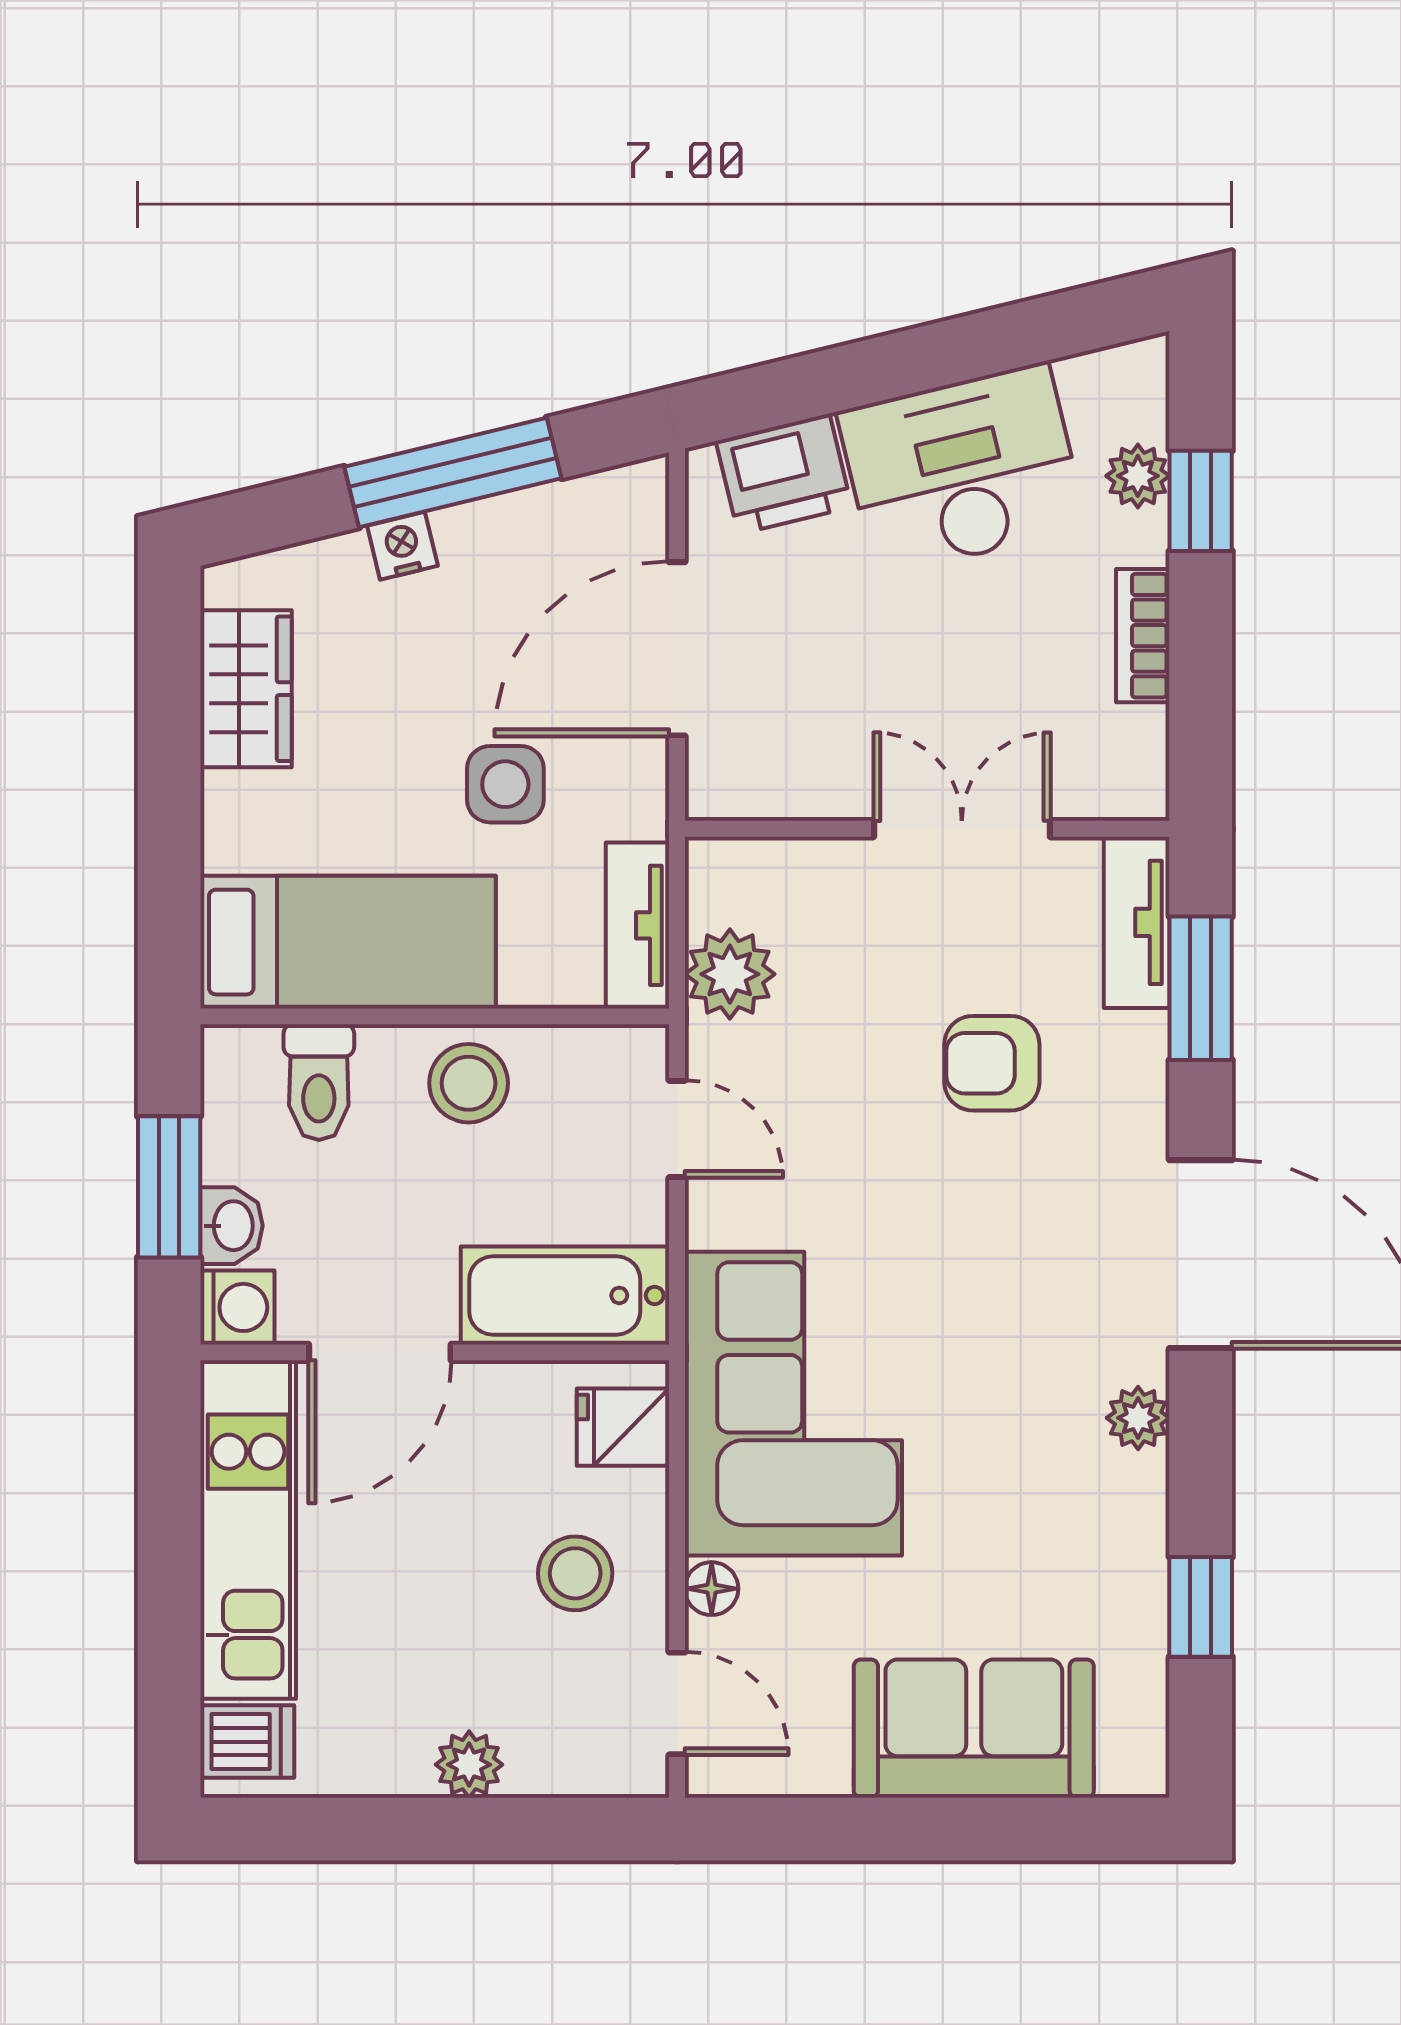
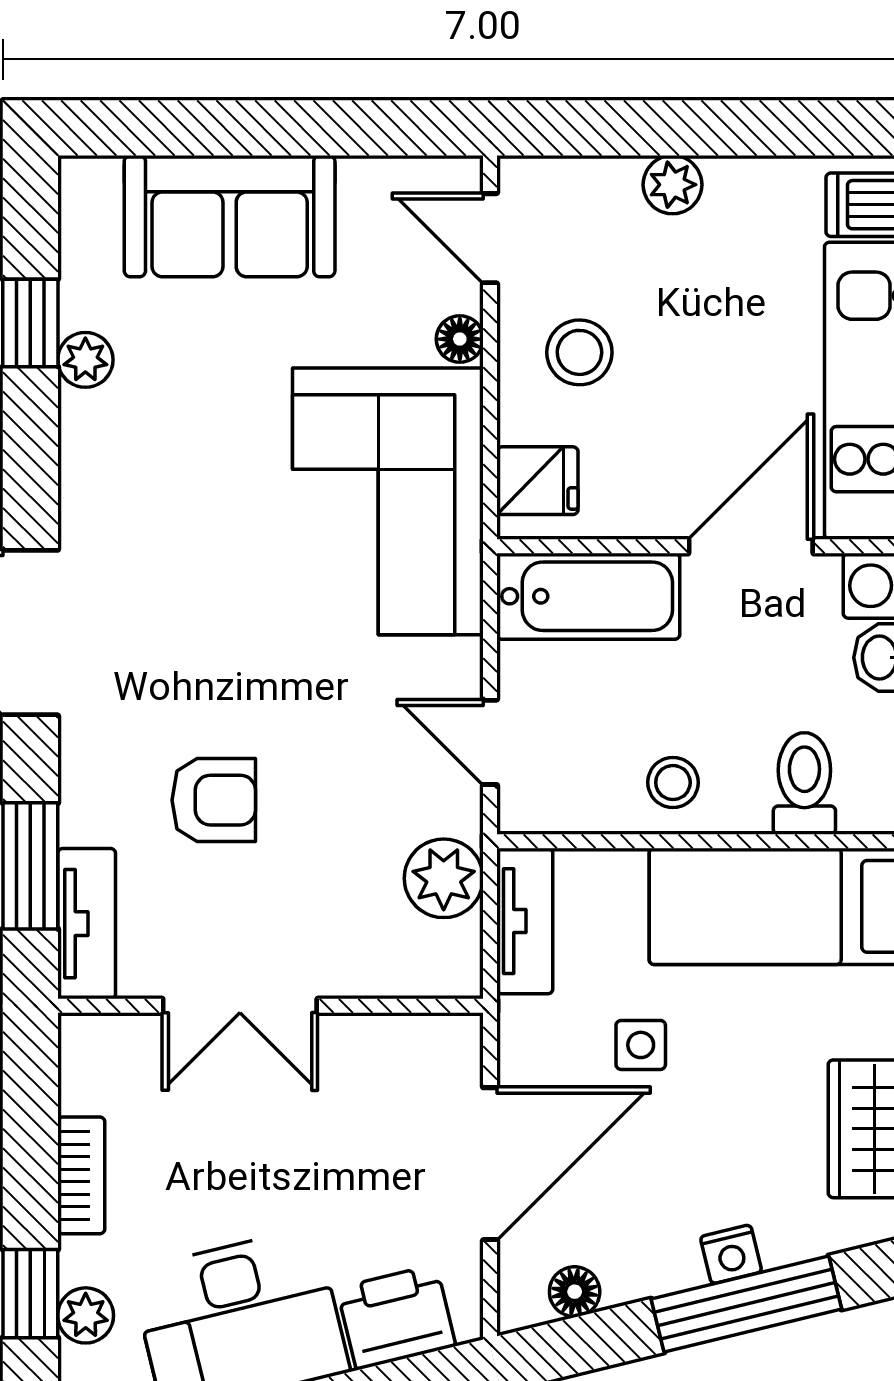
window: (453, 472) -> (746, 1304), moved
floor lamp: (581, 503) -> (575, 1292), added
side table: (505, 784) -> (641, 1045), width x0.73, depth x0.73
stool: (469, 1083) -> (673, 783), width x0.73, depth x0.73
plant: (1138, 1418) -> (85, 360), moved

